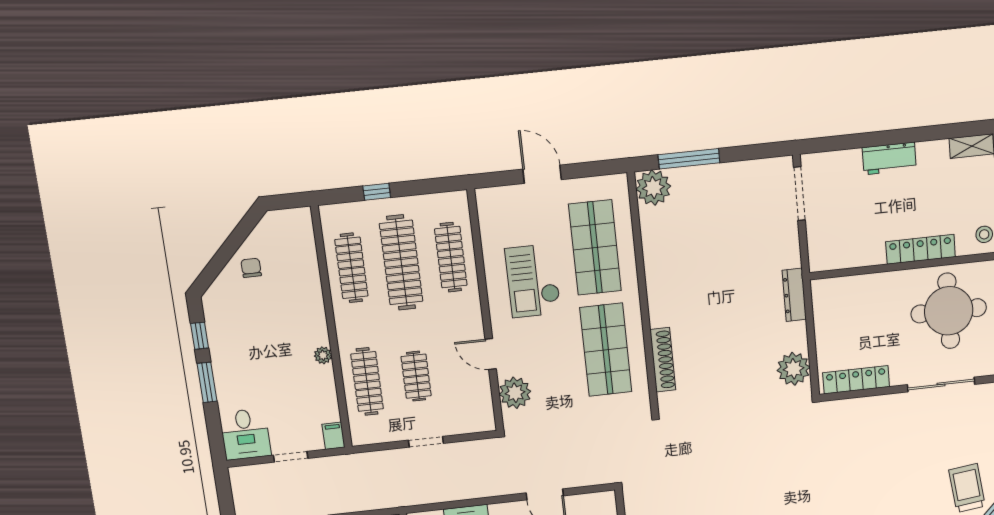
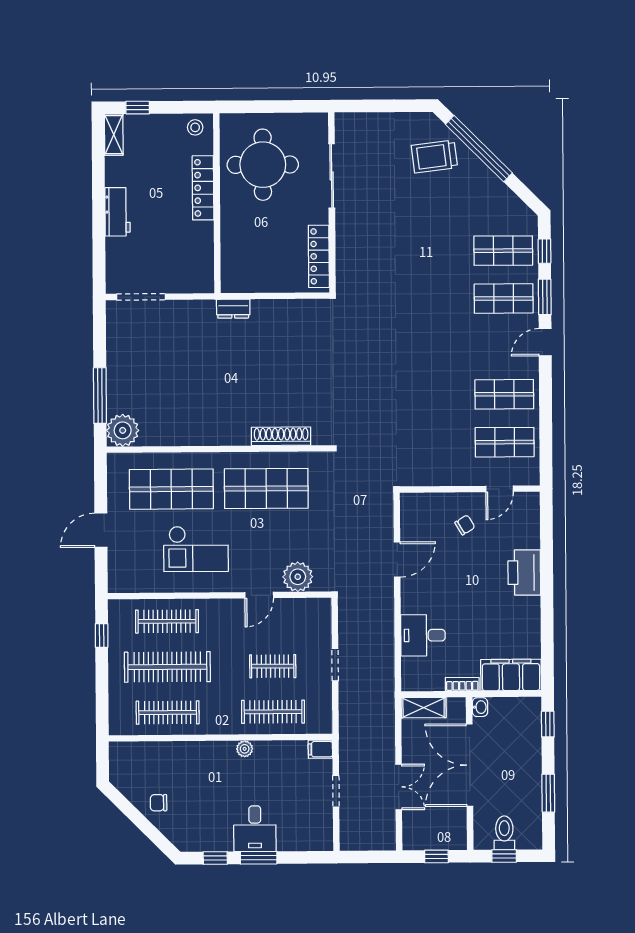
window: (377, 192) -> (102, 636), moved
dresser: (794, 295) -> (233, 309), width x0.70
plant: (794, 369) -> (302, 315), removed
desk: (245, 434) -> (255, 829), moved, turned 90

